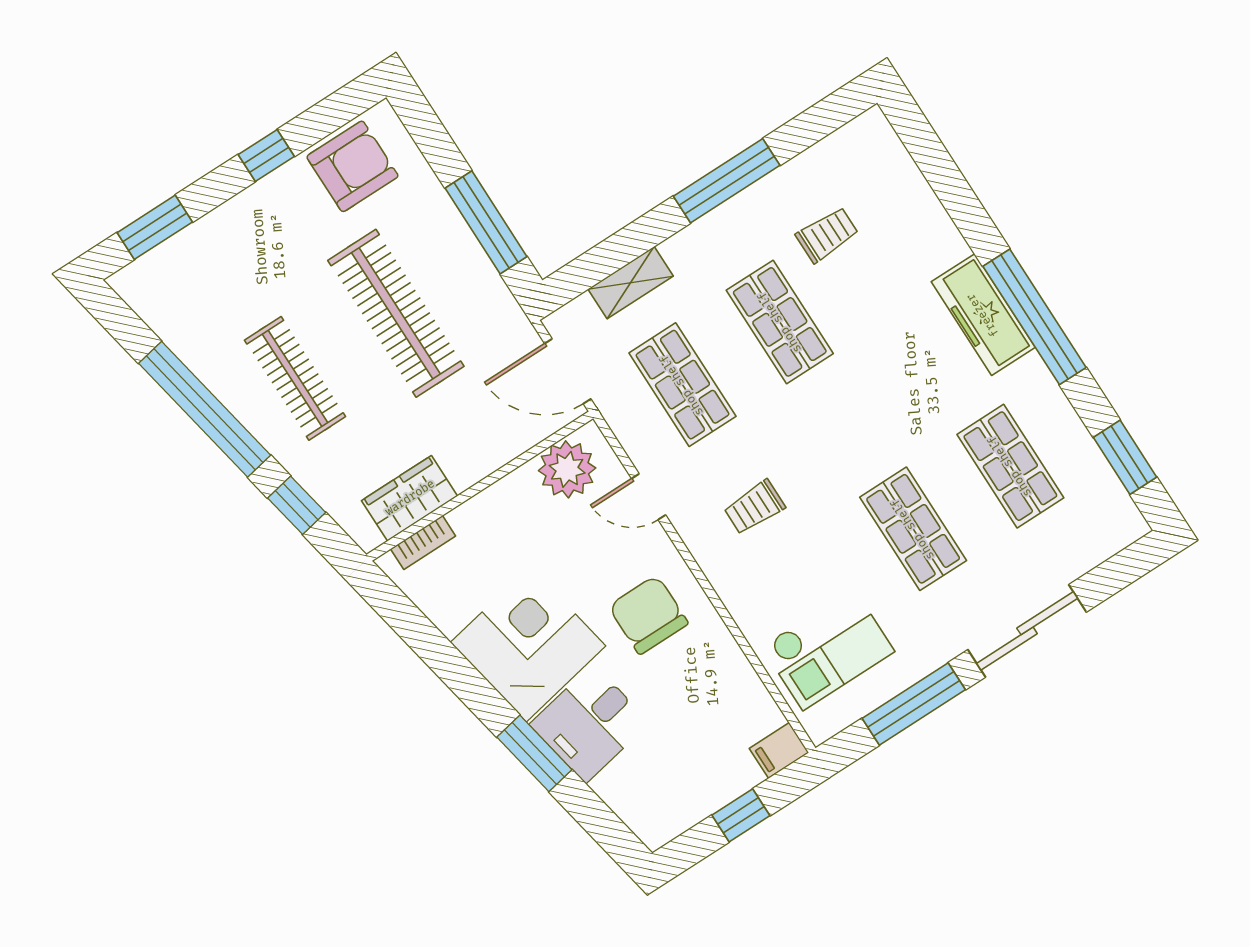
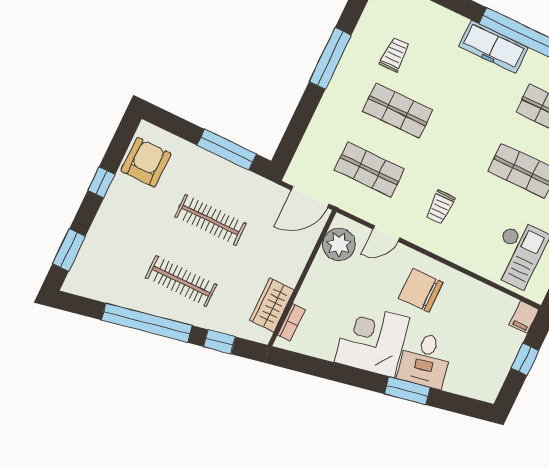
shelving: (631, 283) -> (314, 136), removed
clothes rail: (396, 313) -> (210, 220), width x0.73, depth x0.76

